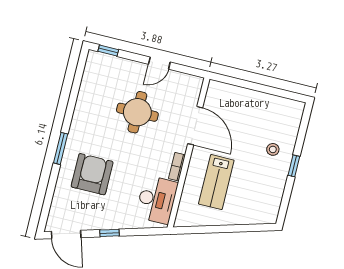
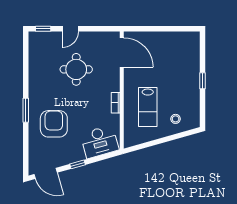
door: (159, 63) -> (70, 29), moved
door: (195, 126) -> (122, 52), moved
stool: (273, 149) -> (176, 119), moved
desk: (157, 200) -> (100, 142), moved, turned 74

